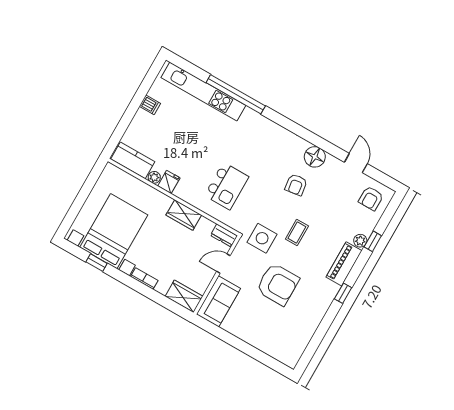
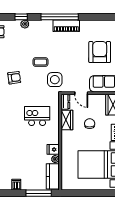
window: (121, 129) -> (39, 193), added
wardrobe: (184, 215) -> (67, 120), moved
chair: (176, 251) -> (90, 124), added
piano: (344, 264) -> (66, 26), moved
armchair: (278, 284) -> (100, 52), moved
window: (343, 293) -> (60, 17), width x3.17

